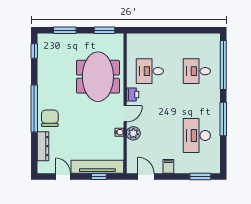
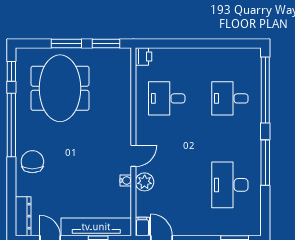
window: (65, 30) -> (66, 43), moved
meeting table: (98, 77) -> (60, 88), moved
printer: (133, 95) -> (143, 56), moved
window: (34, 108) -> (11, 125), moved
dresser: (43, 146) -> (23, 216), moved
filing cabinet: (168, 166) -> (142, 226), moved

